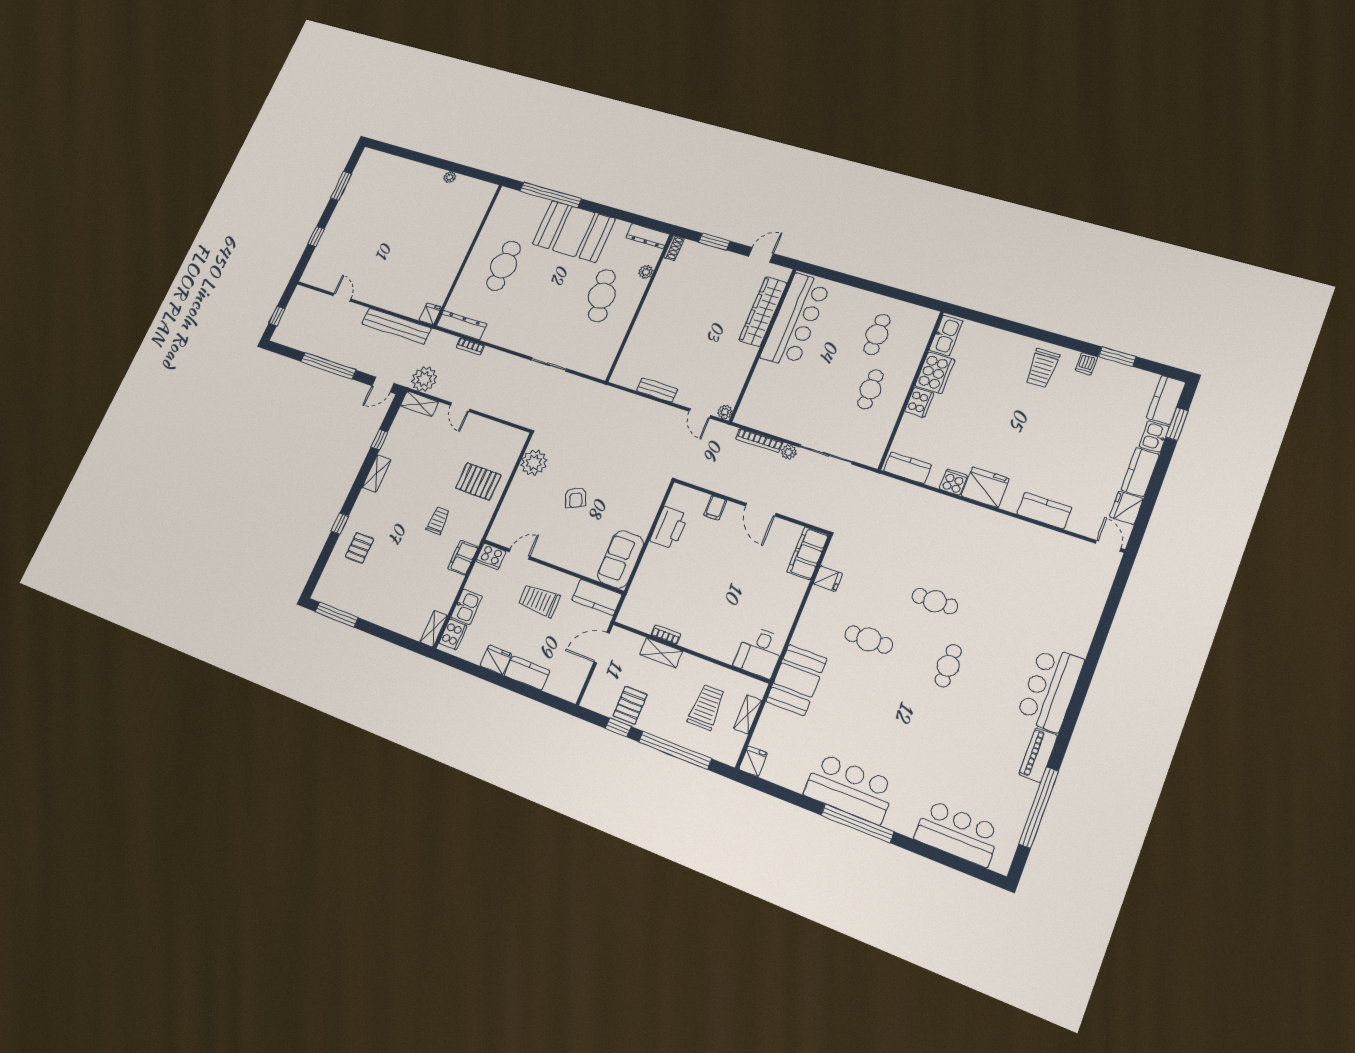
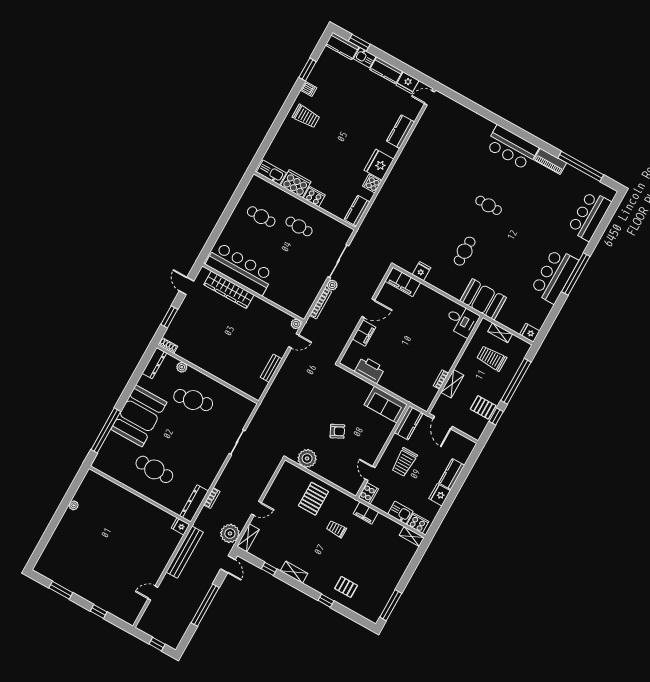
filing cabinet: (715, 508) -> (364, 333), width x2.00
cafe table: (935, 601) -> (447, 207), removed

